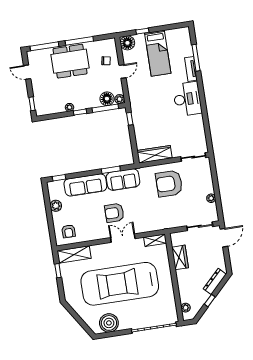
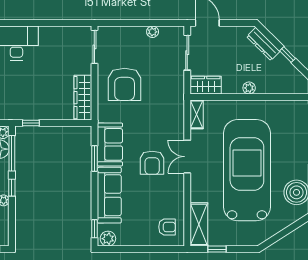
plant: (56, 206) -> (108, 239), moved
wardrobe: (180, 257) -> (206, 85), moved
car: (120, 284) -> (247, 170), turned 180
plant: (186, 308) -> (249, 88), moved

